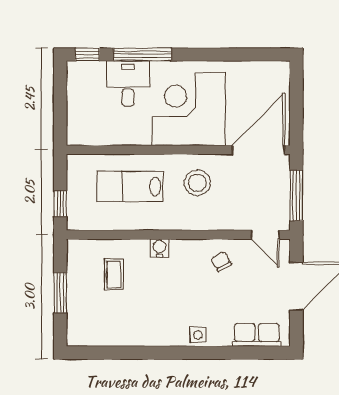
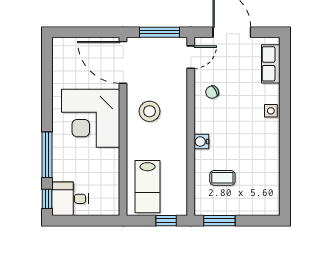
desk: (128, 84) -> (70, 199), moved
lab bench: (130, 186) -> (148, 187), moved
window: (60, 293) -> (219, 221), moved

